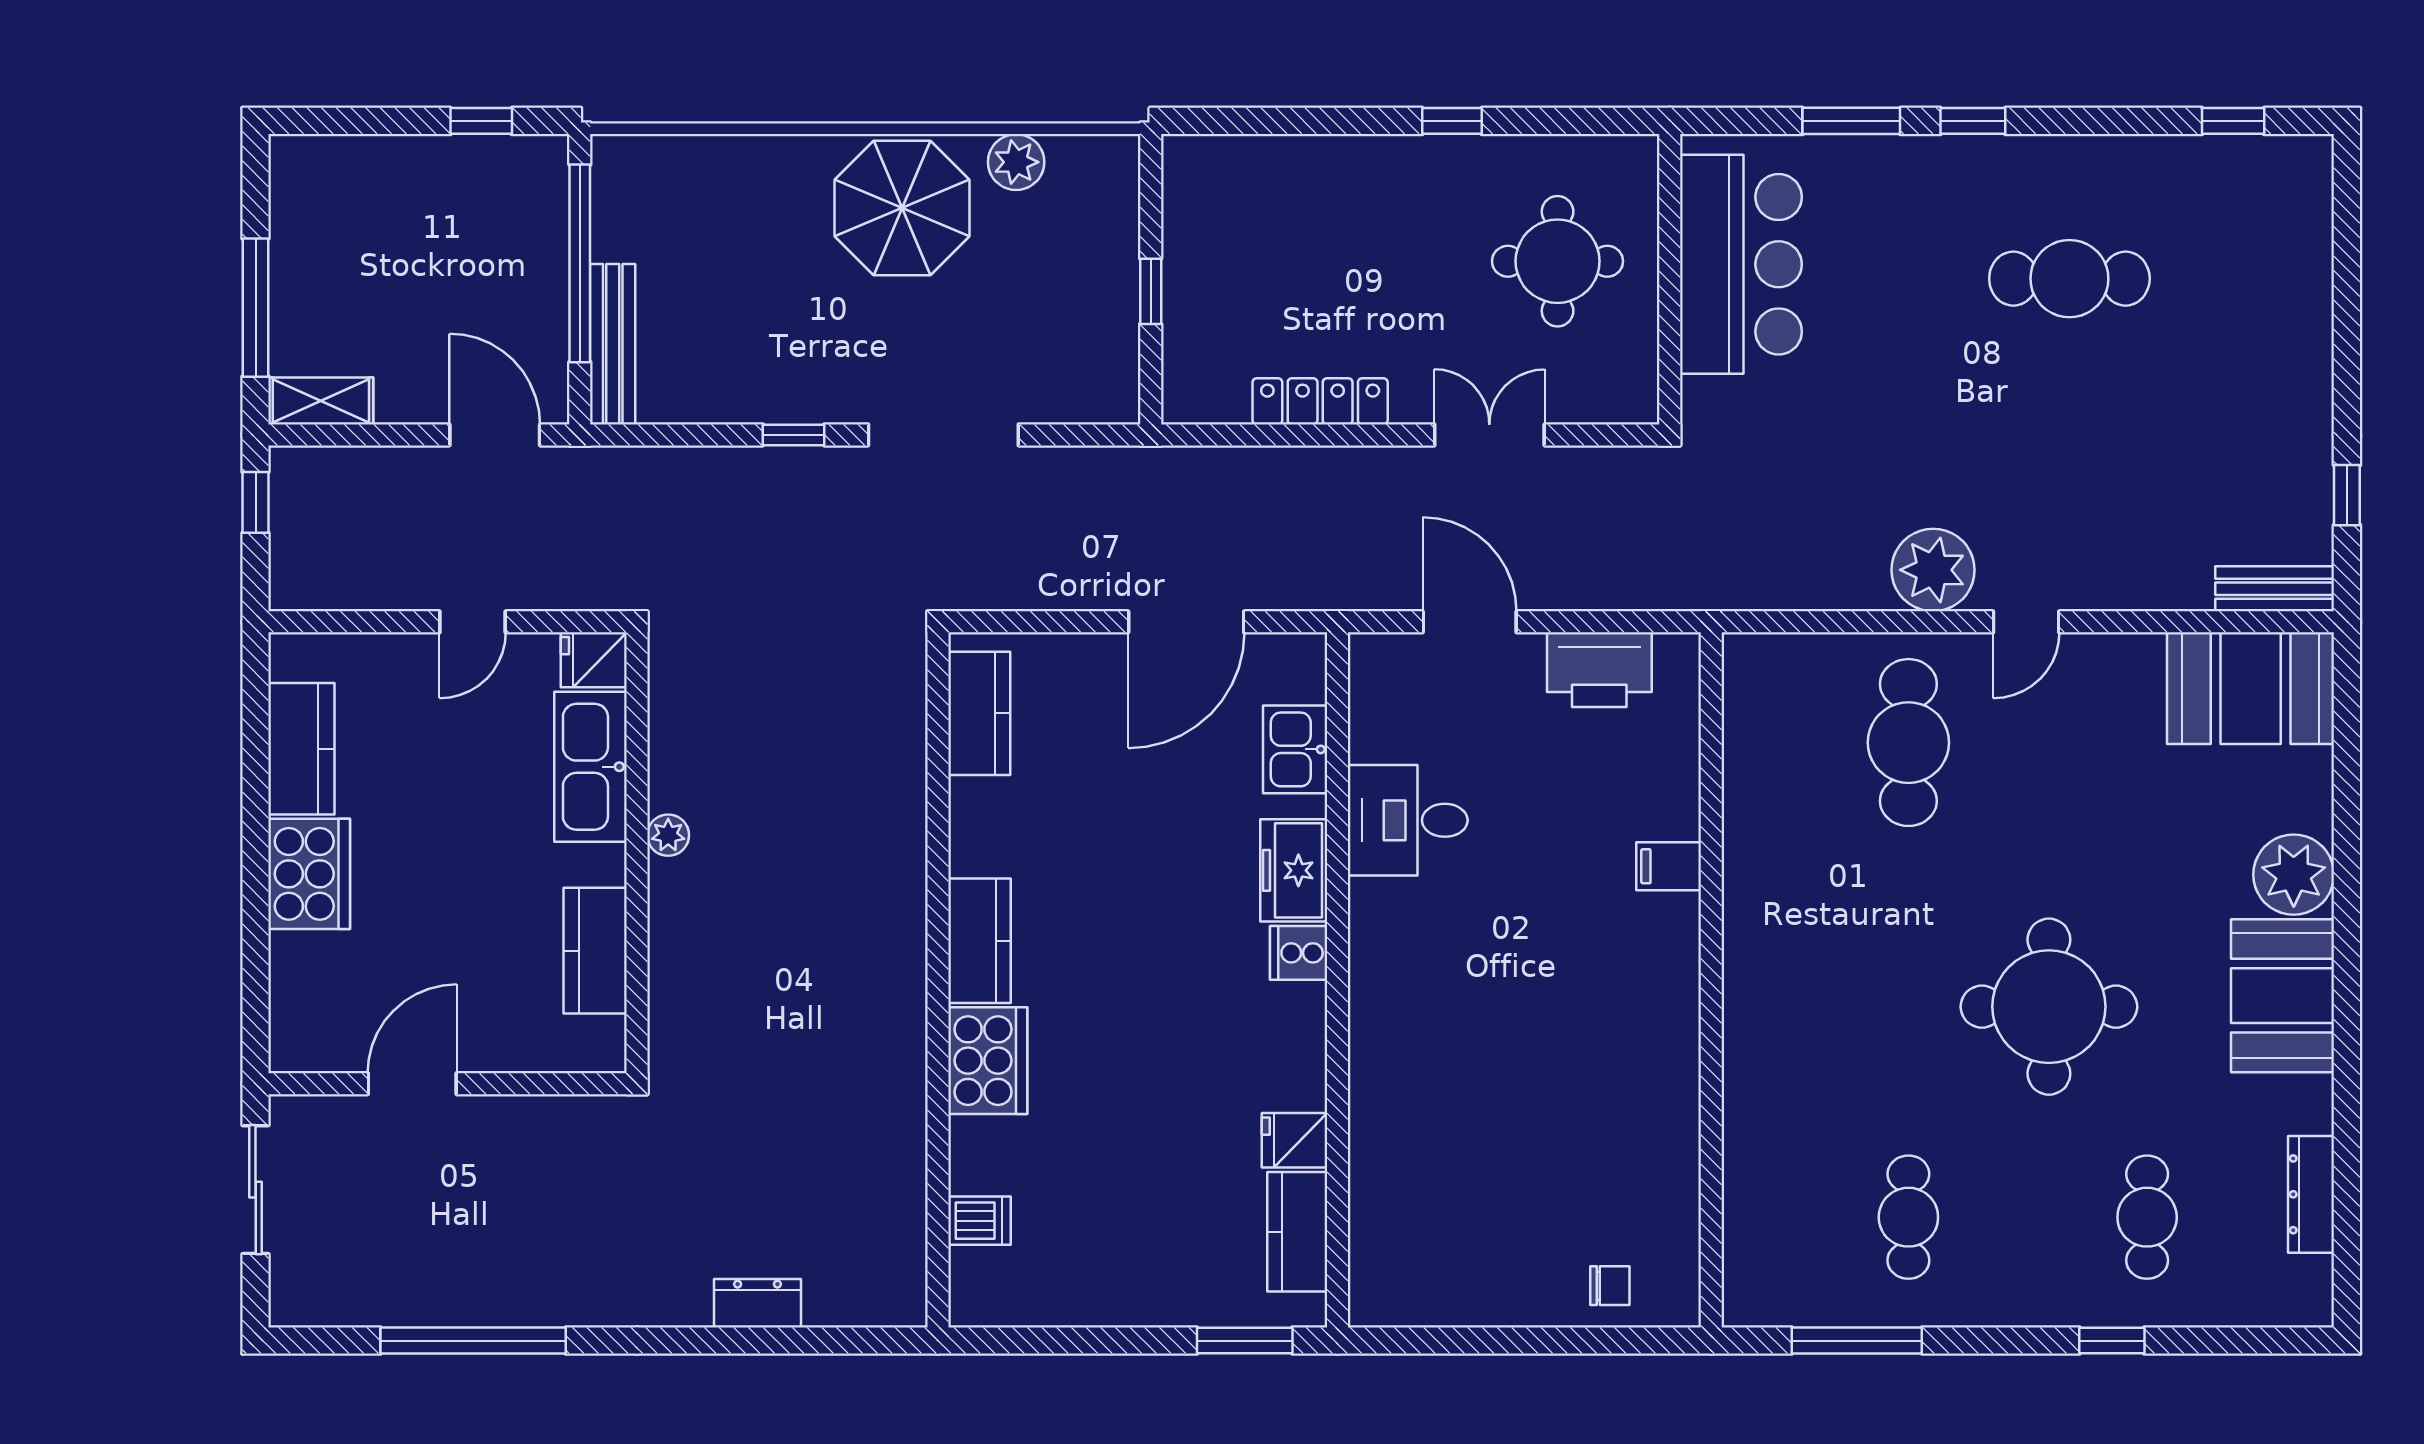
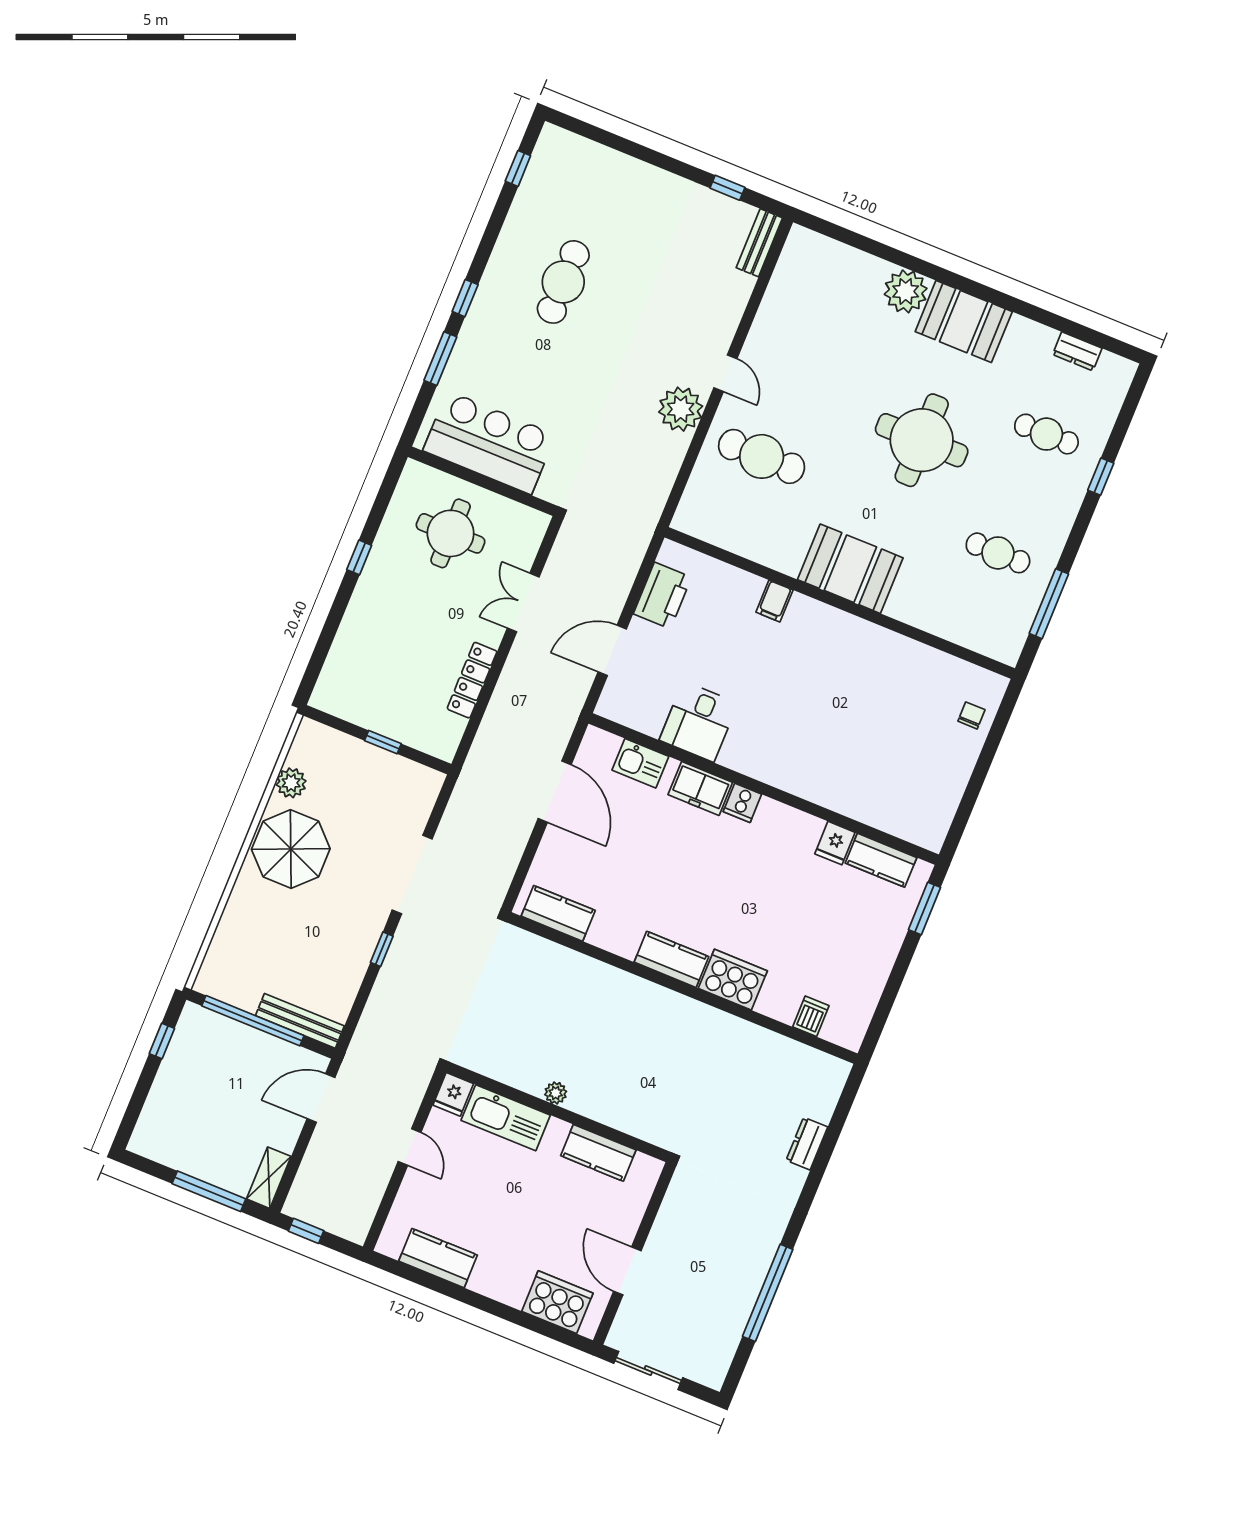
booth: (2251, 688) -> (850, 569), moved, turned 90
cooker: (309, 874) -> (557, 1302), moved
dresser: (2311, 1194) -> (1077, 351), width x0.70

